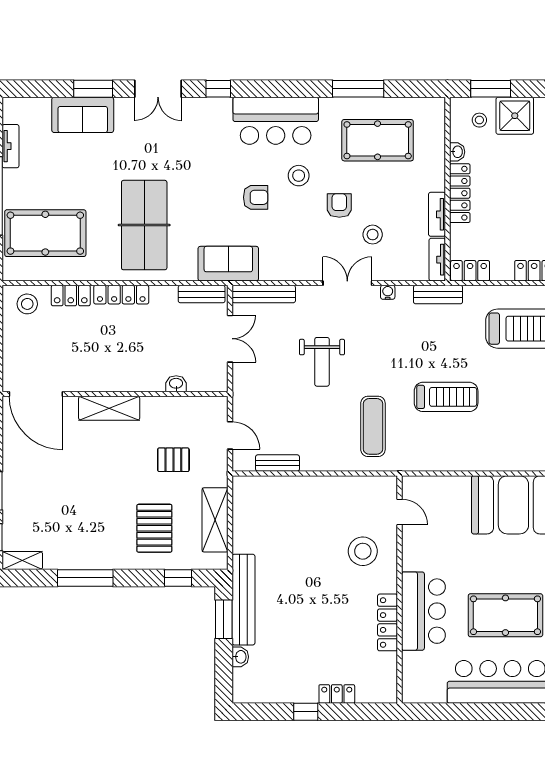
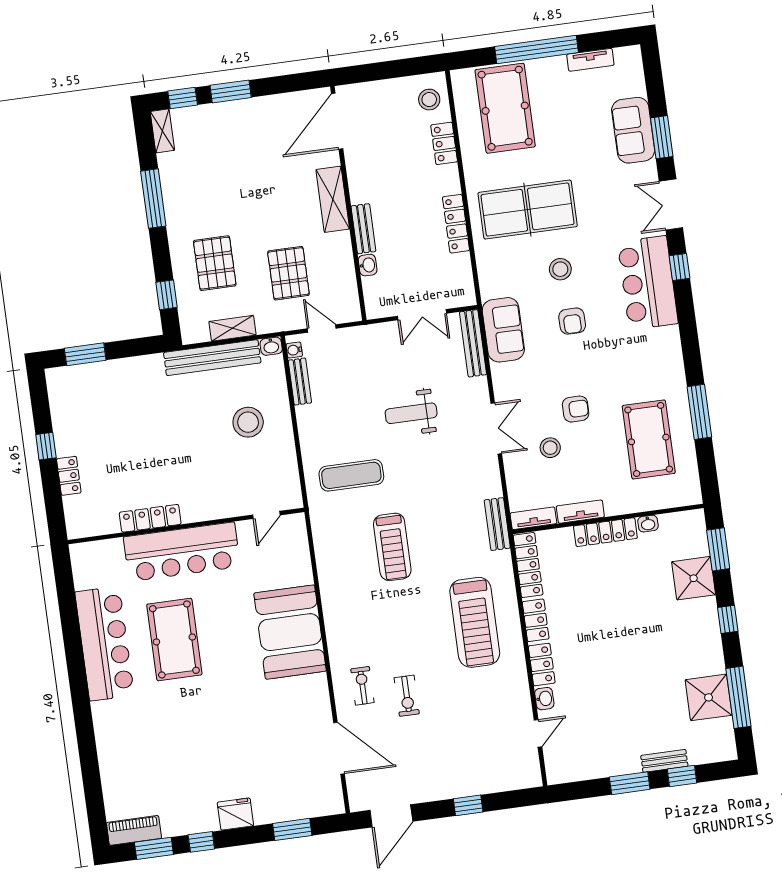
stool: (479, 120) -> (684, 542), removed
bar counter: (276, 121) -> (648, 283), moved
stool: (299, 176) -> (560, 269), moved
sofa: (228, 264) -> (503, 330), moved
locker: (470, 271) -> (528, 565), width x1.53
water cooler: (388, 292) -> (294, 350), moved, turned 180
bench: (202, 294) -> (363, 229), moved
locker: (121, 295) -> (456, 224), moved
door: (230, 435) -> (322, 328), swing flipped
pallet: (173, 460) -> (288, 273), width x1.50, depth x1.42
shelving: (215, 520) -> (233, 328), width x0.67, depth x0.75
pallet: (154, 528) -> (215, 263), turned 90
stool: (363, 551) -> (248, 422), moved
bench: (244, 600) -> (212, 358), moved
bar counter: (423, 611) -> (182, 552), width x1.36
window: (224, 619) -> (85, 354), moved
washbasin: (240, 657) -> (271, 346), moved

